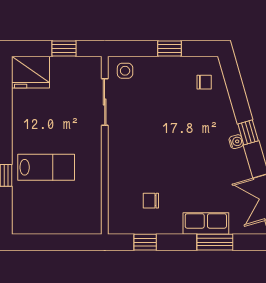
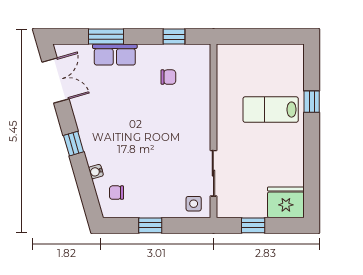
water cooler: (236, 142) -> (96, 172), moved

